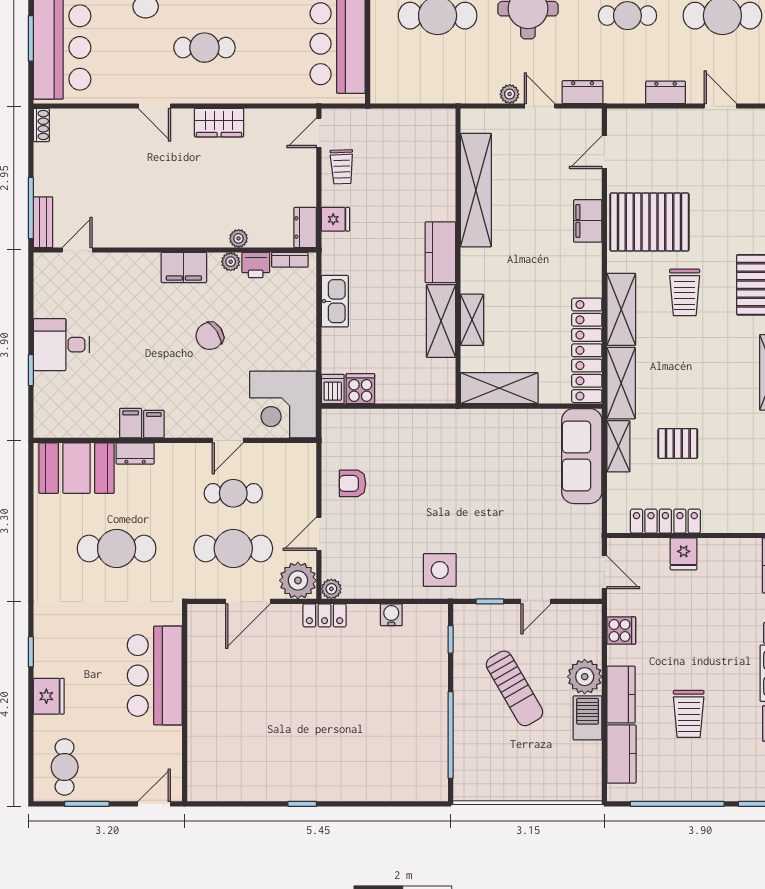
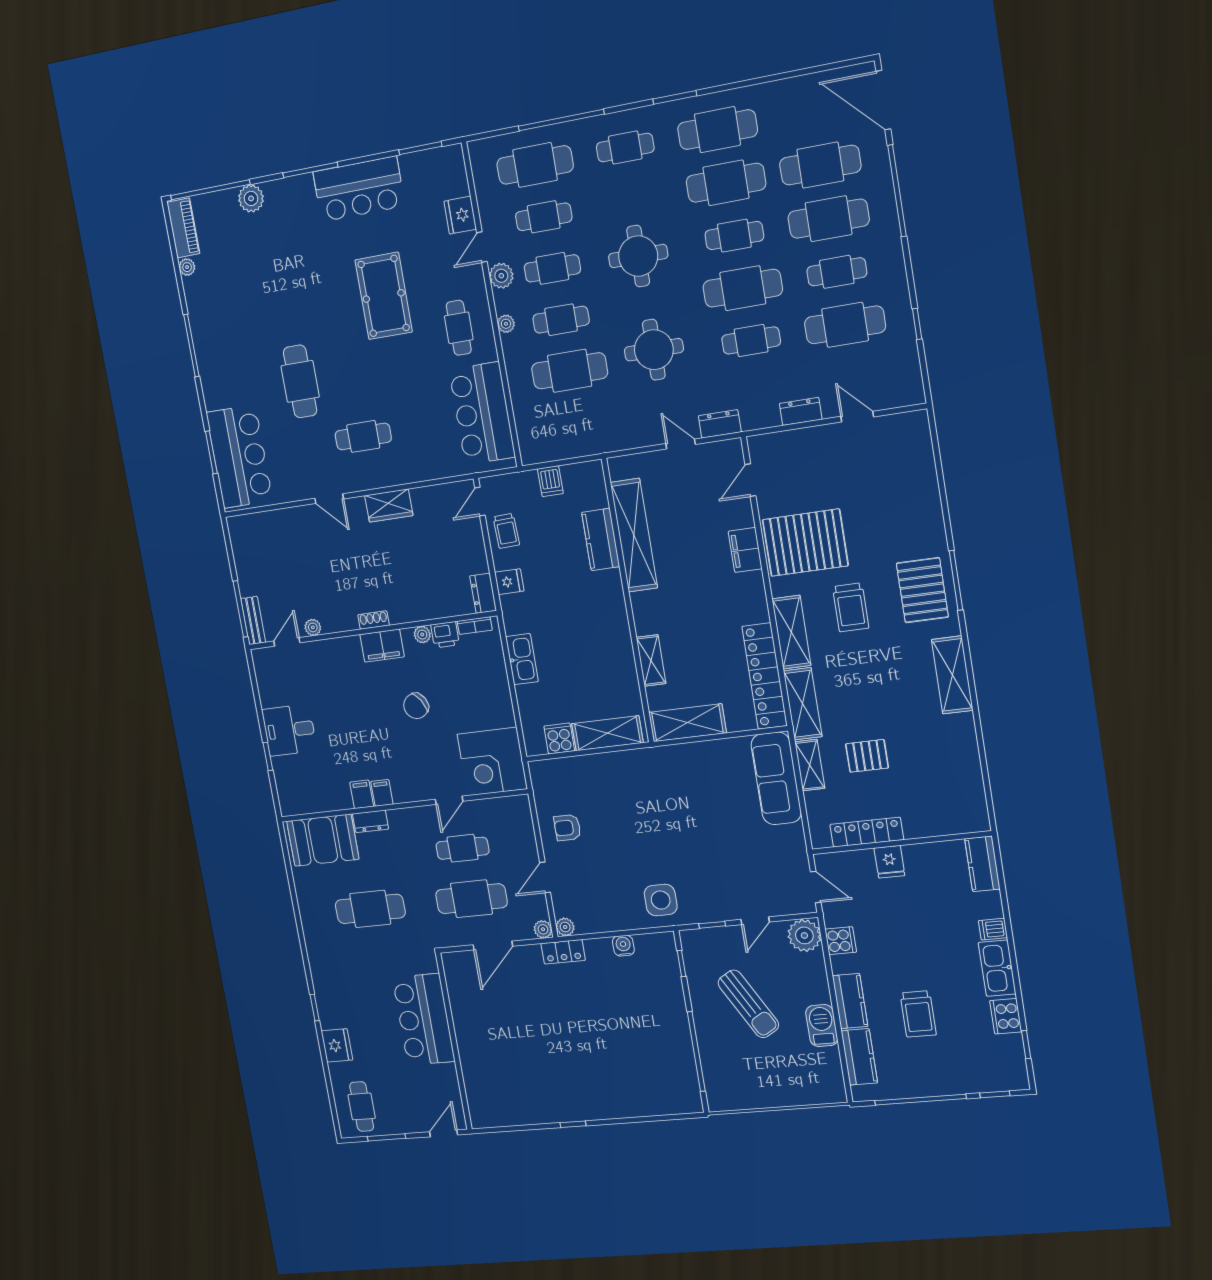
plant: (510, 94) -> (650, 437), removed
shoe rack: (41, 125) -> (374, 620), moved, turned -90
plant: (239, 238) -> (313, 627), moved
kitchen counter: (440, 252) -> (601, 539), moved
shelving: (441, 321) -> (607, 733), moved, turned 90
dishwasher: (333, 389) -> (550, 481), moved, turned 180
plant: (298, 580) -> (543, 929), width x0.53, depth x0.53
plant: (585, 677) -> (804, 935), moved

